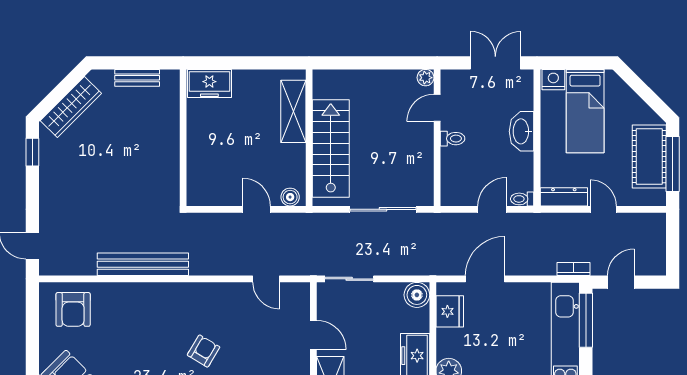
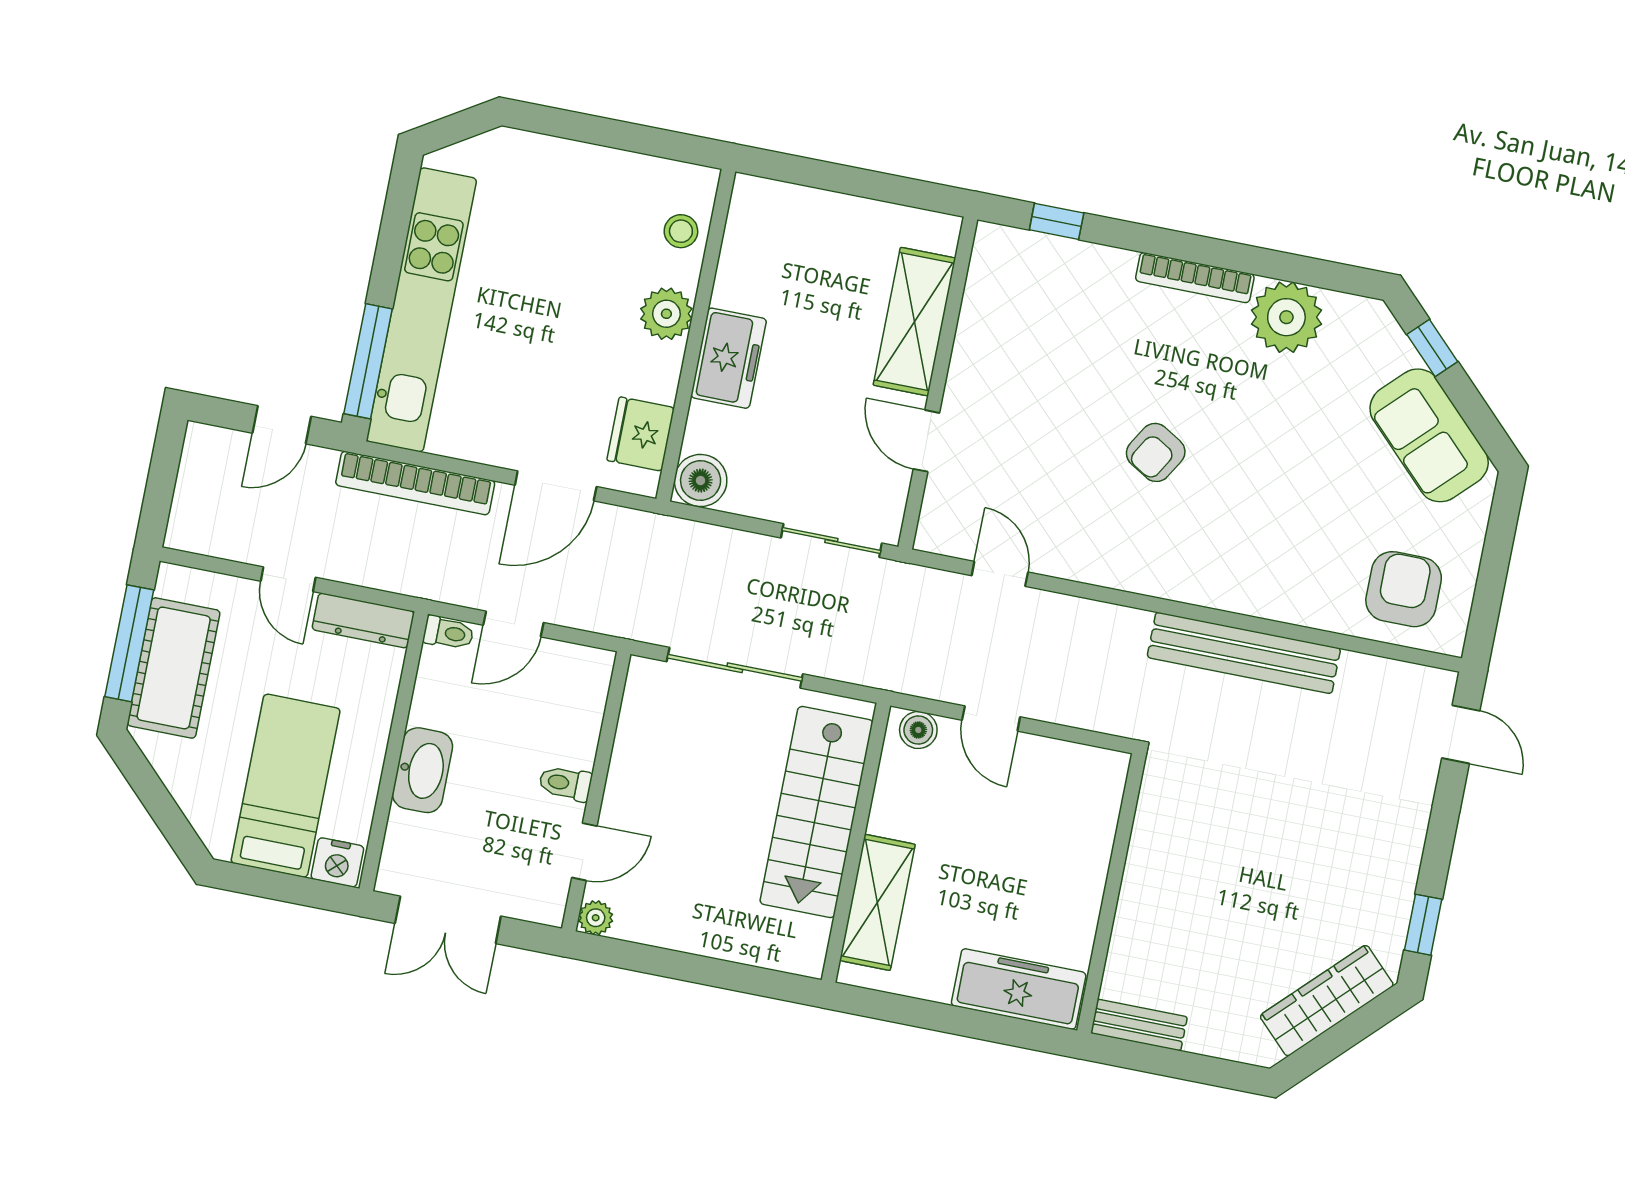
bench: (137, 78) -> (1139, 1025), moved
freezer: (209, 84) -> (1019, 989), width x1.40
bookcase: (573, 269) -> (415, 483), width x2.31, depth x1.31

